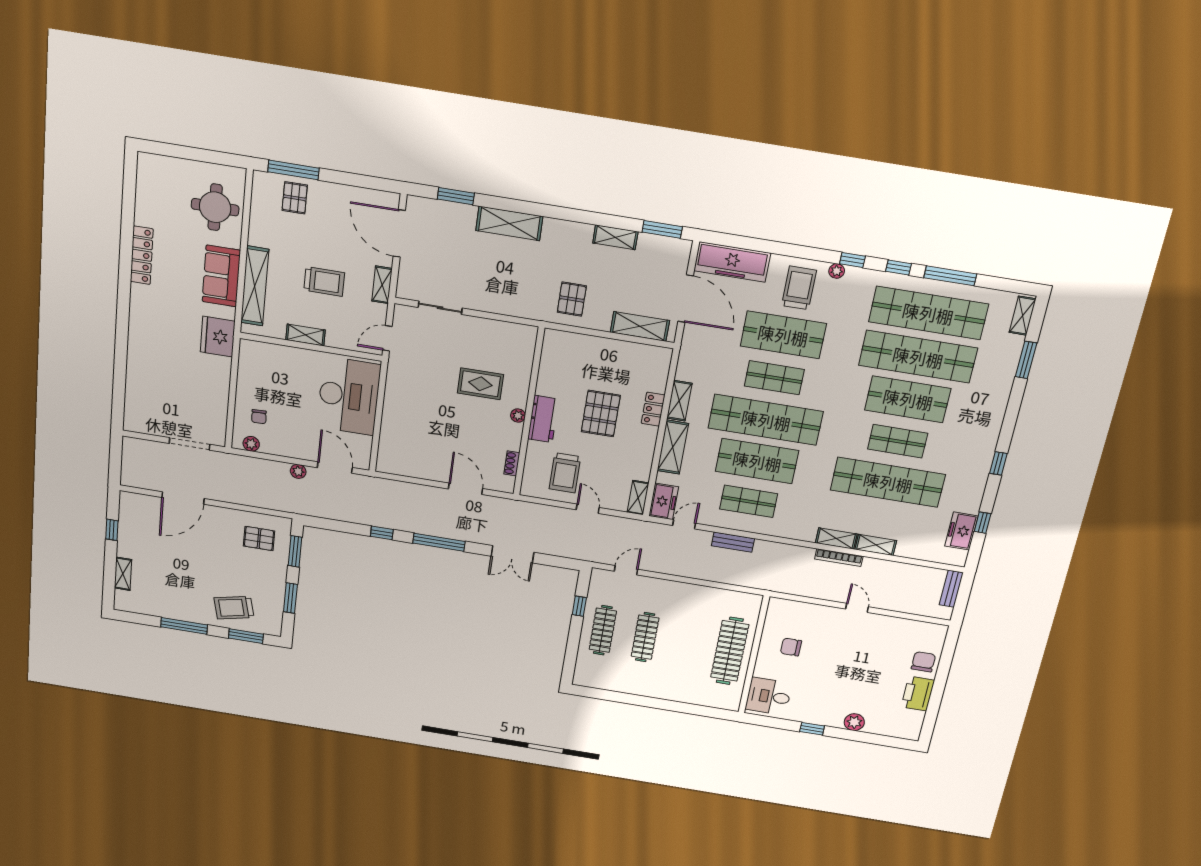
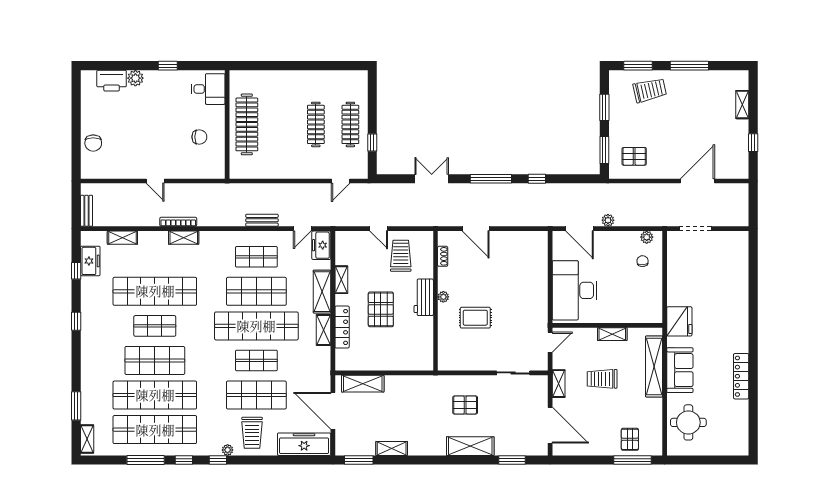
pallet: (572, 299) -> (465, 405), moved, turned 90
locker: (653, 409) -> (342, 327), width x1.53
shelving: (638, 498) -> (341, 280), moved
shelving: (876, 545) -> (122, 238), moved
printer: (918, 694) -> (112, 81), moved, turned 90

